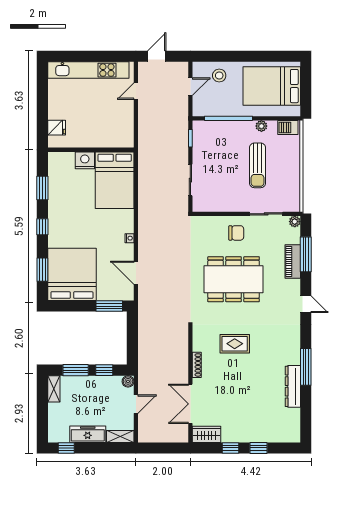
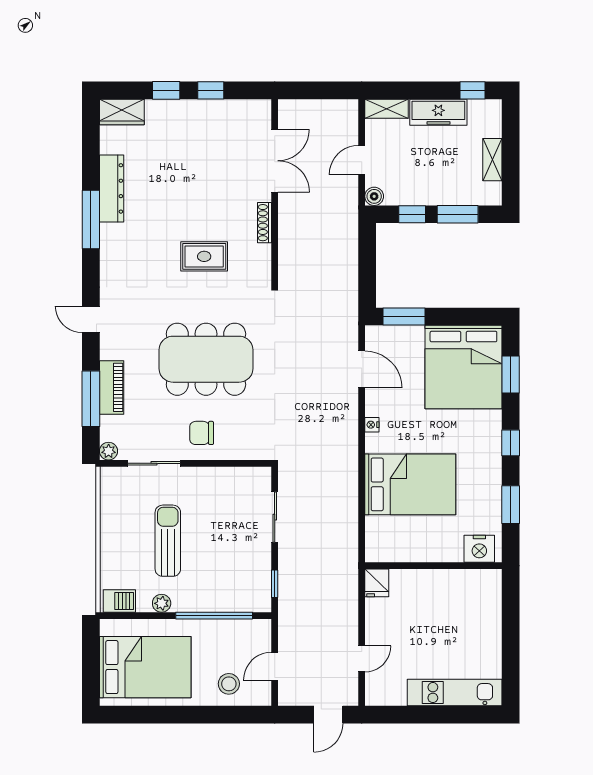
kitchen unit: (88, 70) -> (455, 693), width x0.73
fridge: (57, 128) -> (377, 583), moved, turned -90
nightstand: (85, 160) -> (479, 549), moved
bed: (115, 180) -> (410, 484), moved, turned 90
shelving: (54, 389) -> (492, 160), moved
wardrobe: (207, 434) -> (122, 112), moved

